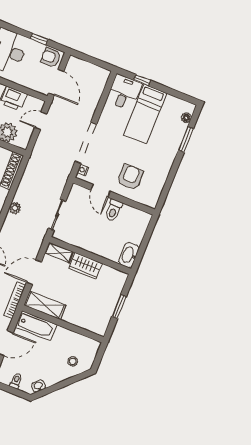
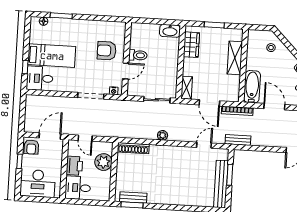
doorway: (86, 143) -> (91, 96), width x0.73
wardrobe: (85, 266) -> (191, 45), moved
shelving: (45, 305) -> (235, 58), moved

